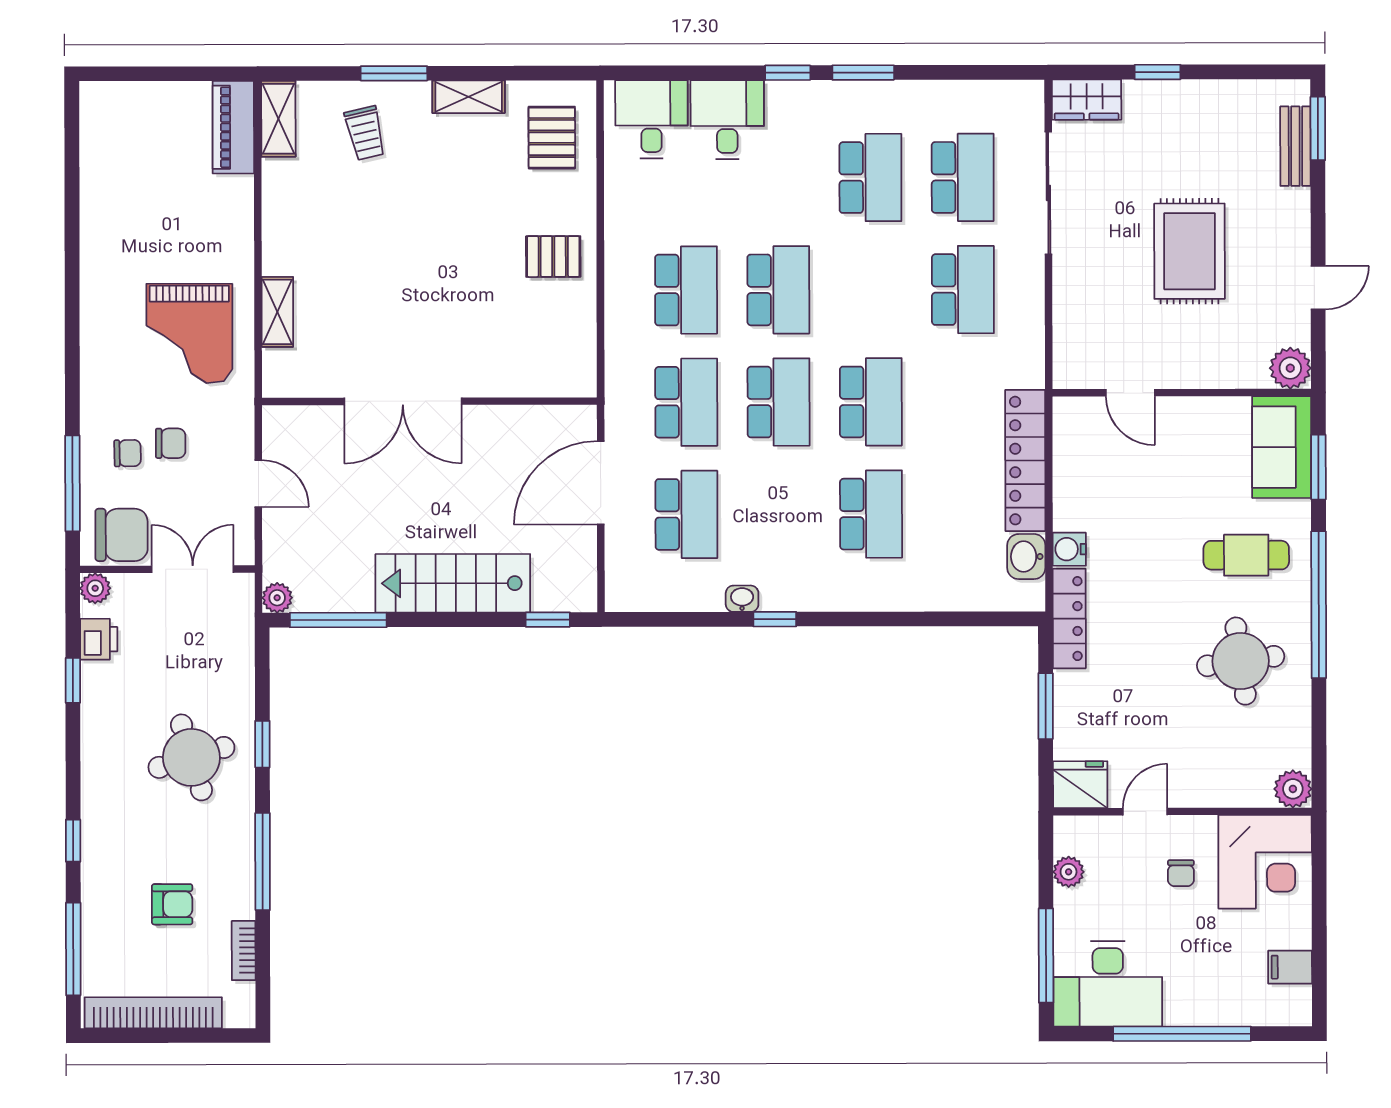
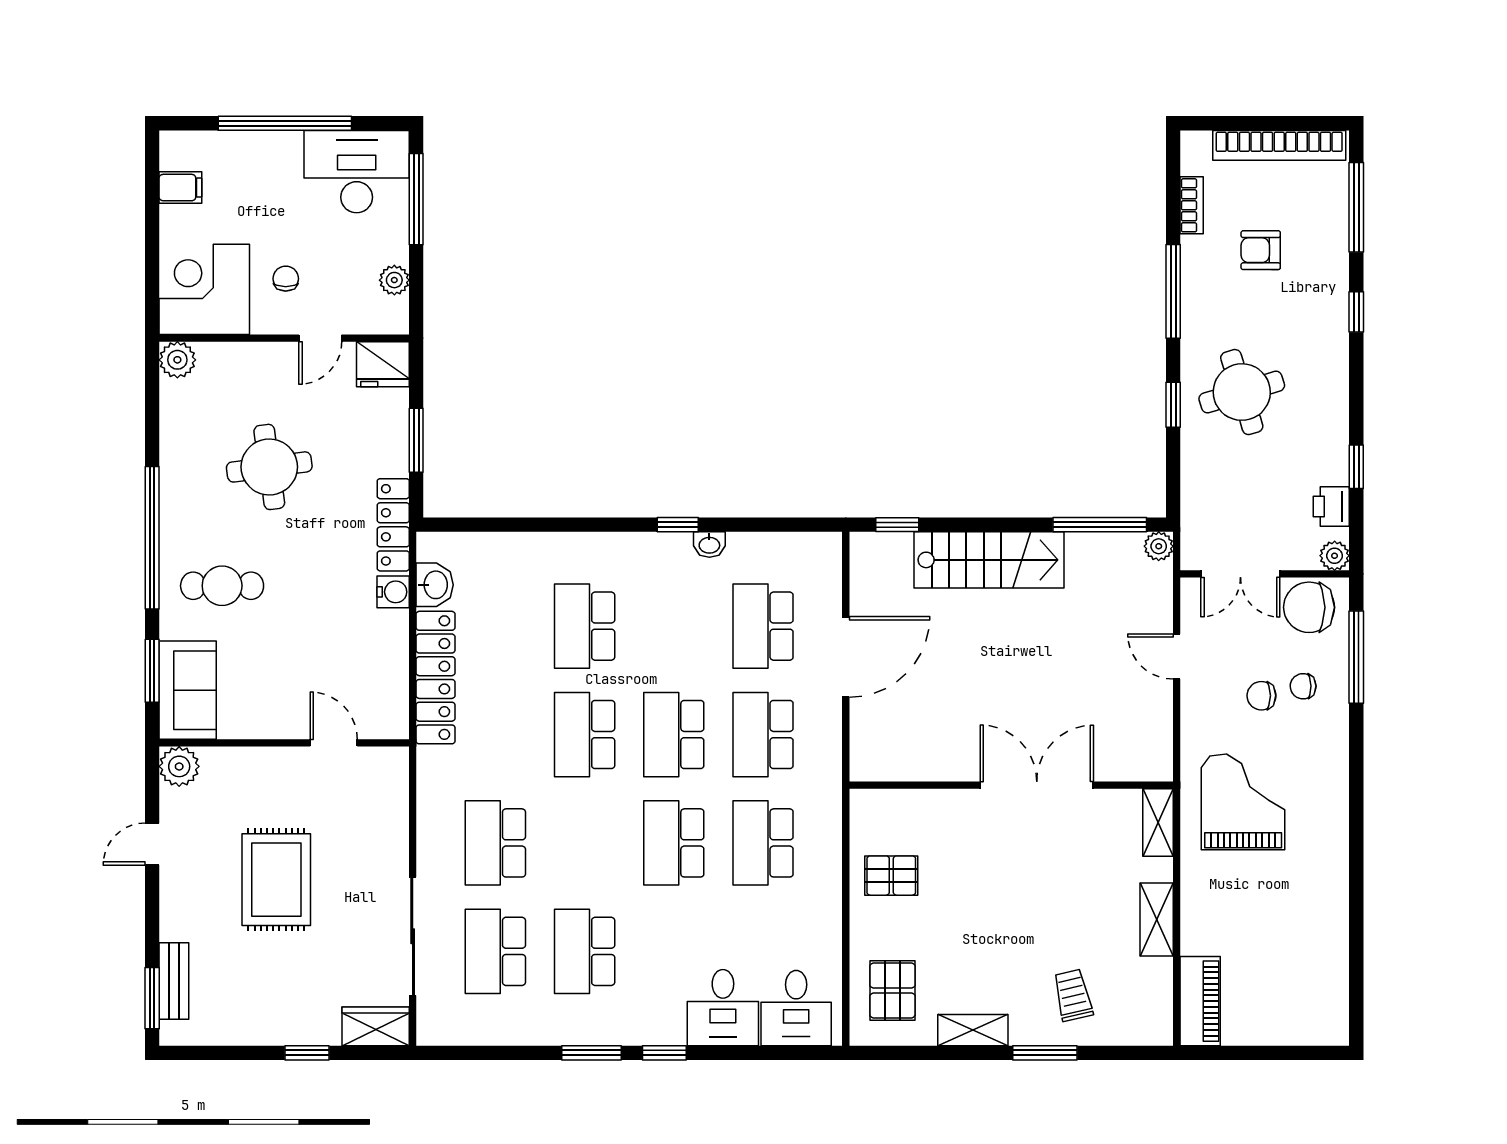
shelving: (278, 119) -> (1157, 919), moved
double door: (403, 401) -> (1037, 785), moved
wall: (429, 401) -> (1011, 785), moved
round table: (1241, 661) -> (269, 467), moved

